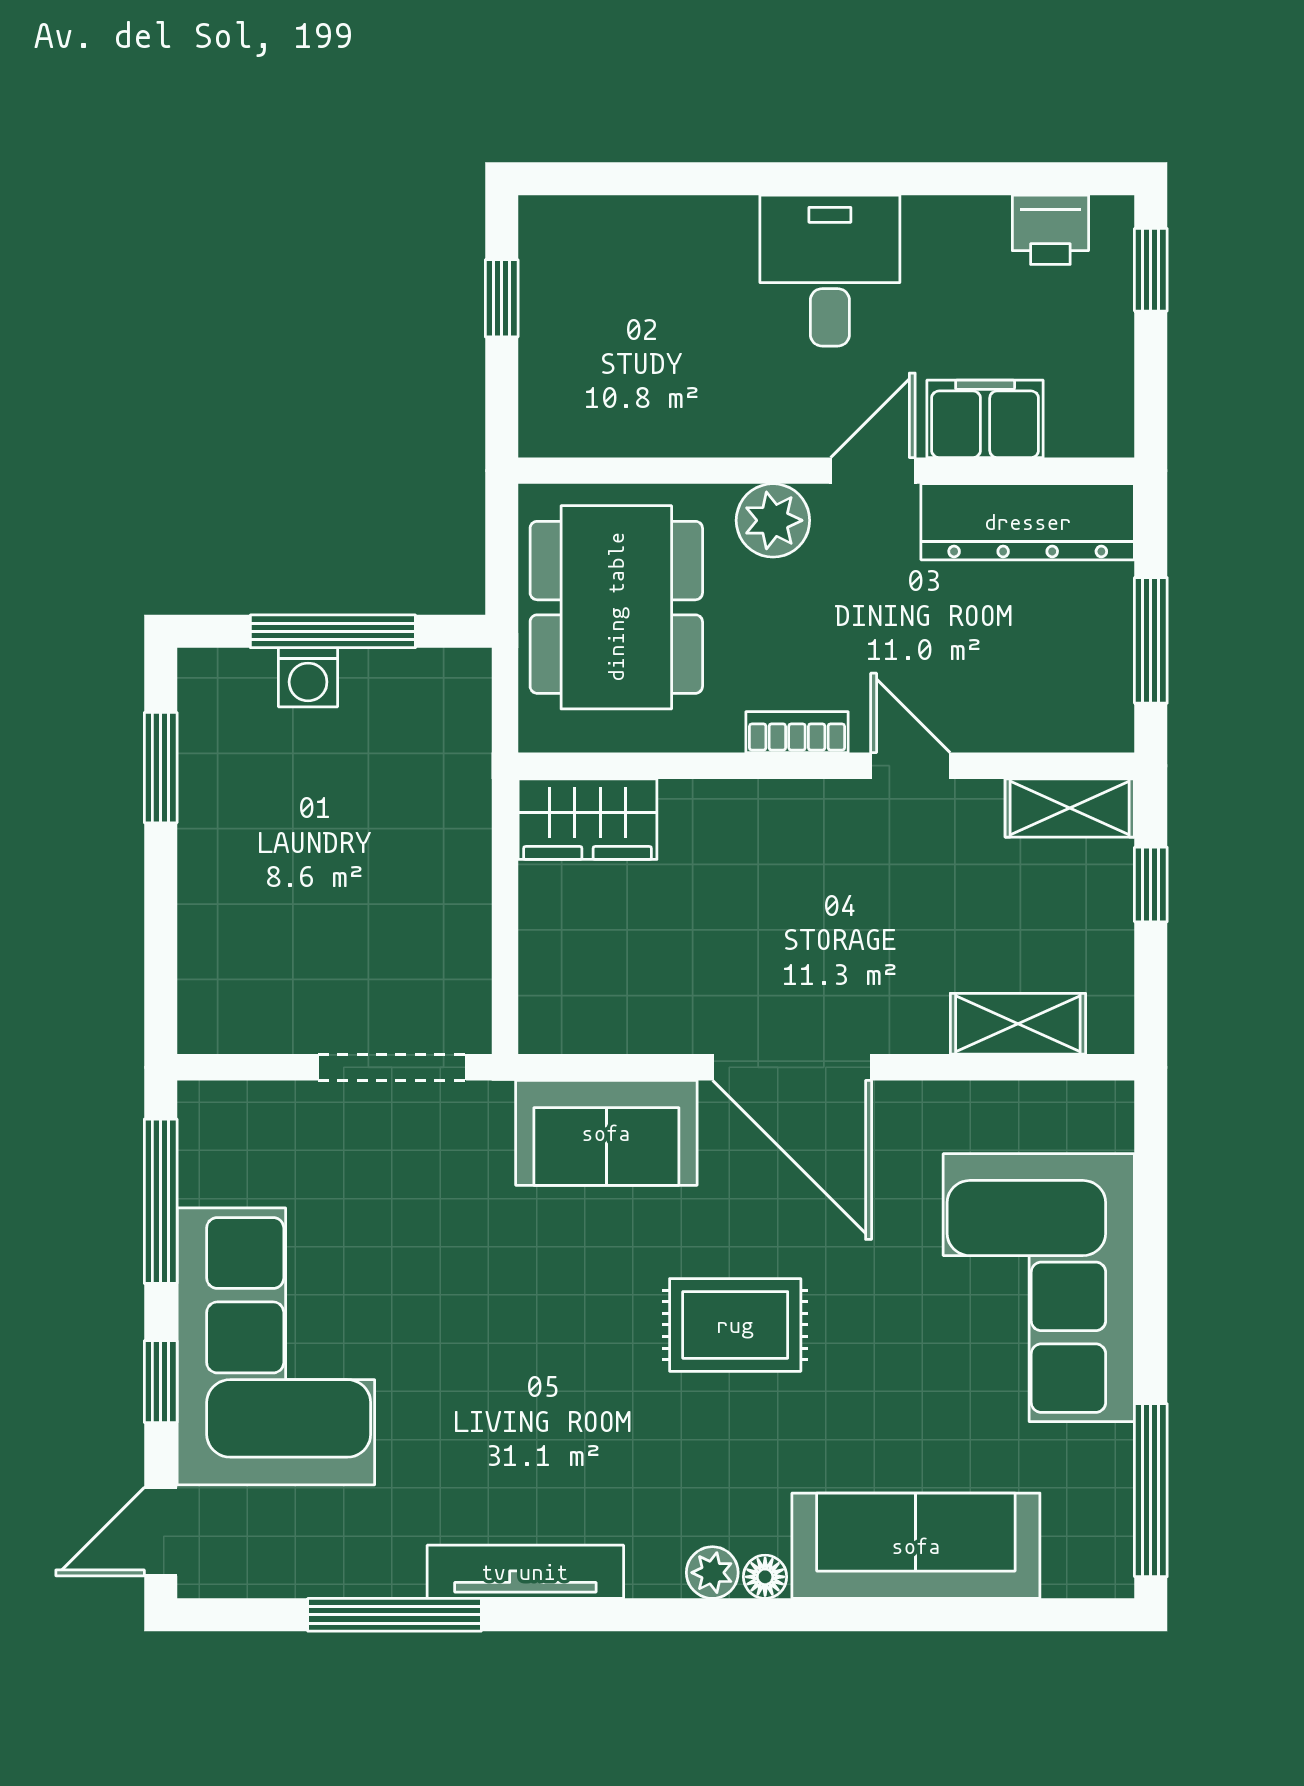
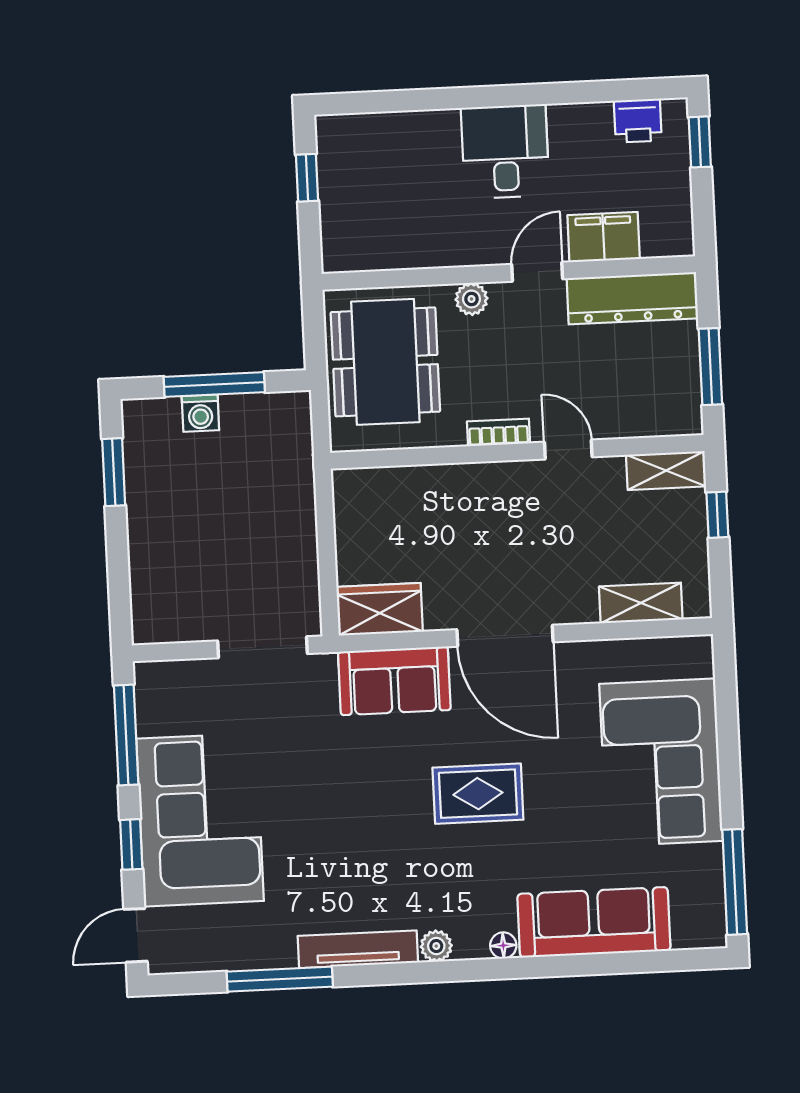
plant: (773, 520) -> (471, 299), width x0.73, depth x0.73
wardrobe: (588, 819) -> (380, 609), moved, turned 180
plant: (712, 1573) -> (436, 946), moved

